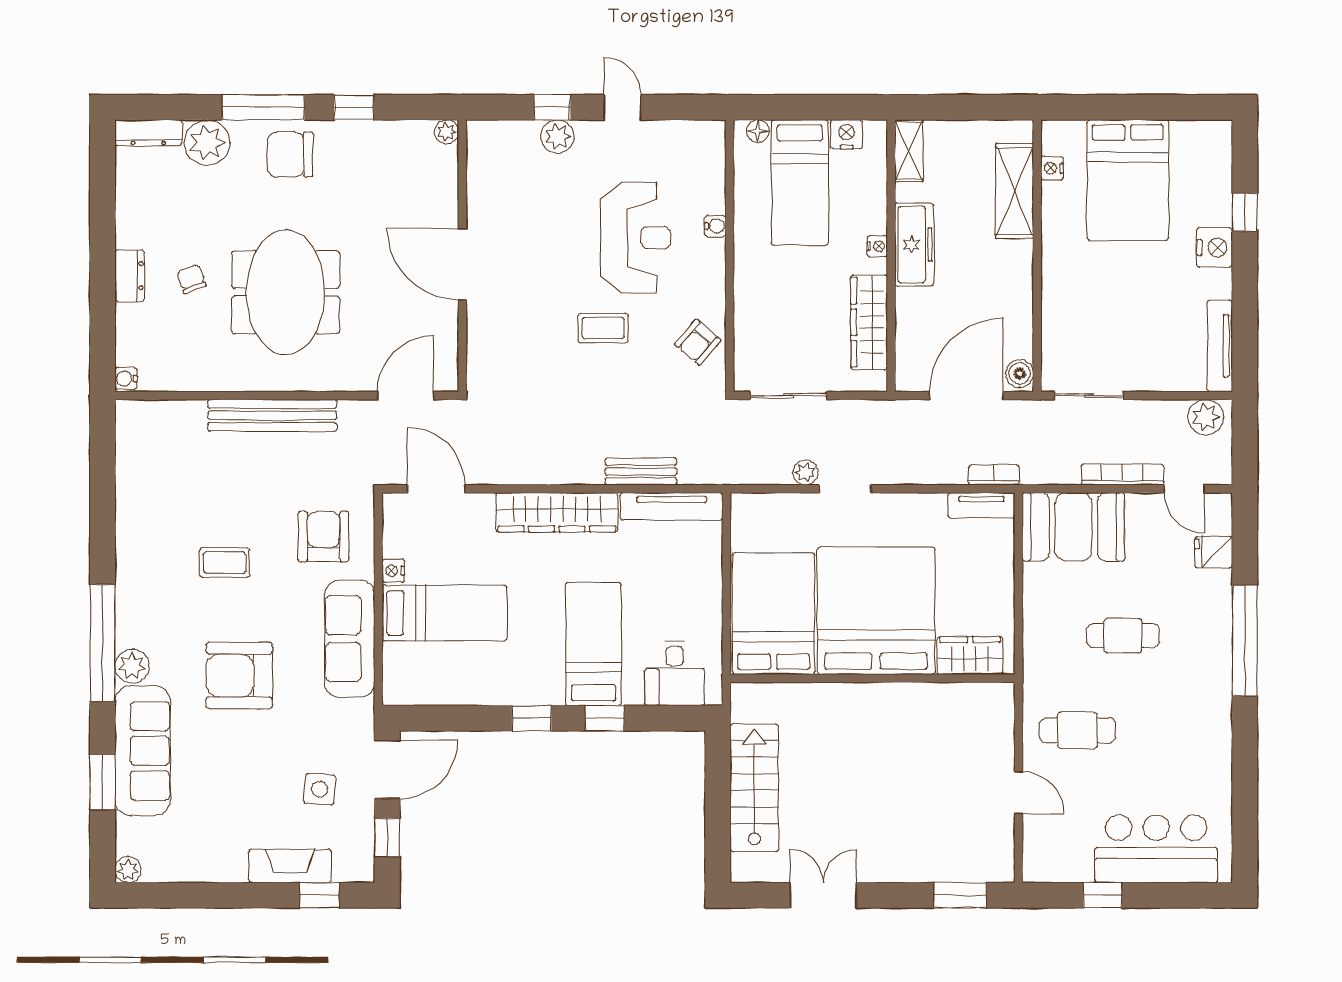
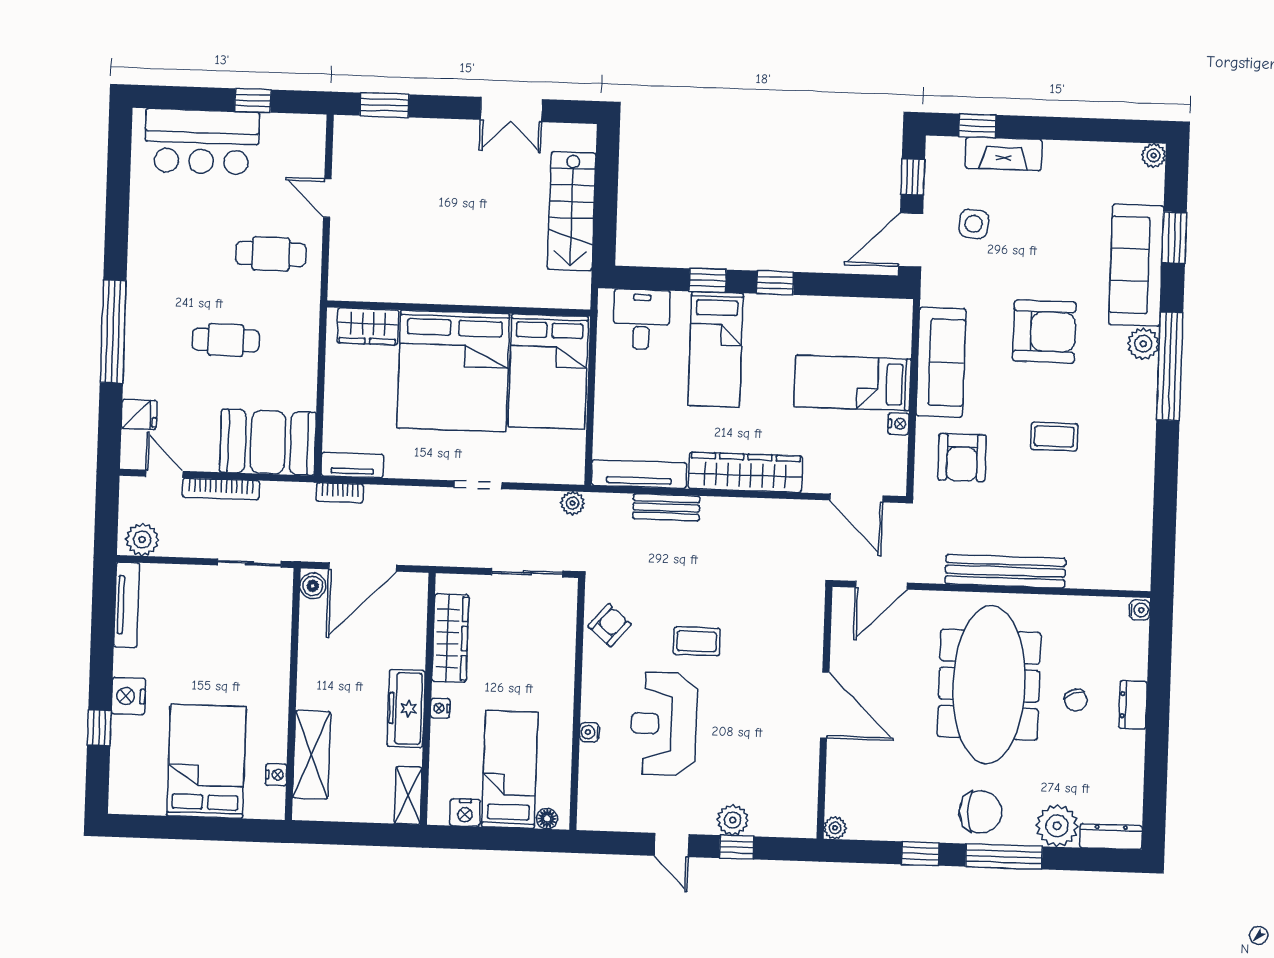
meeting table: (286, 292) -> (989, 685), width x1.36
plant: (805, 473) -> (573, 503), moved

